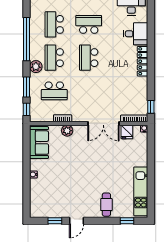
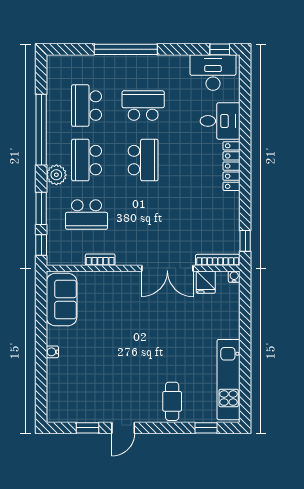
school desk: (89, 58) -> (143, 160), turned 180
plant: (67, 131) -> (108, 280), removed

